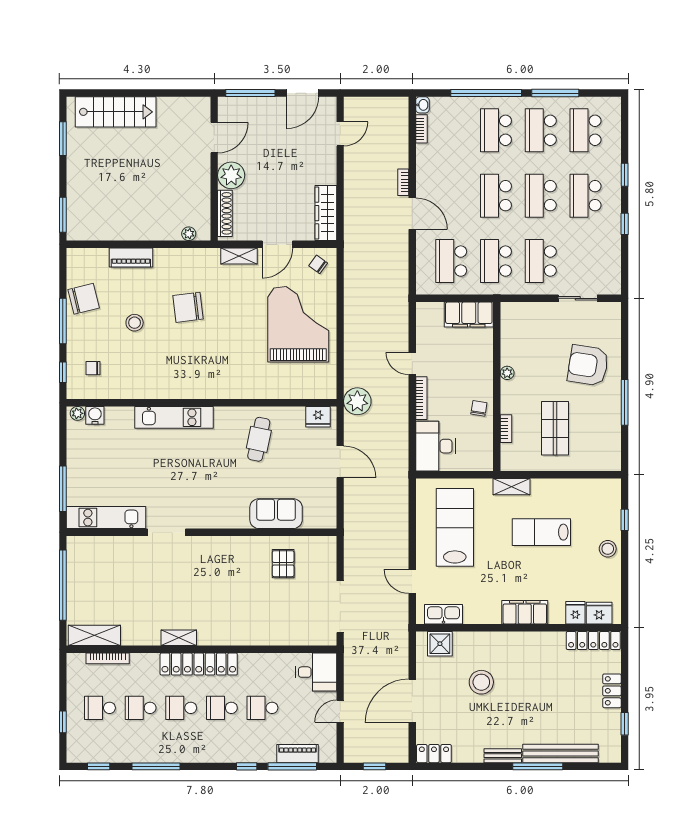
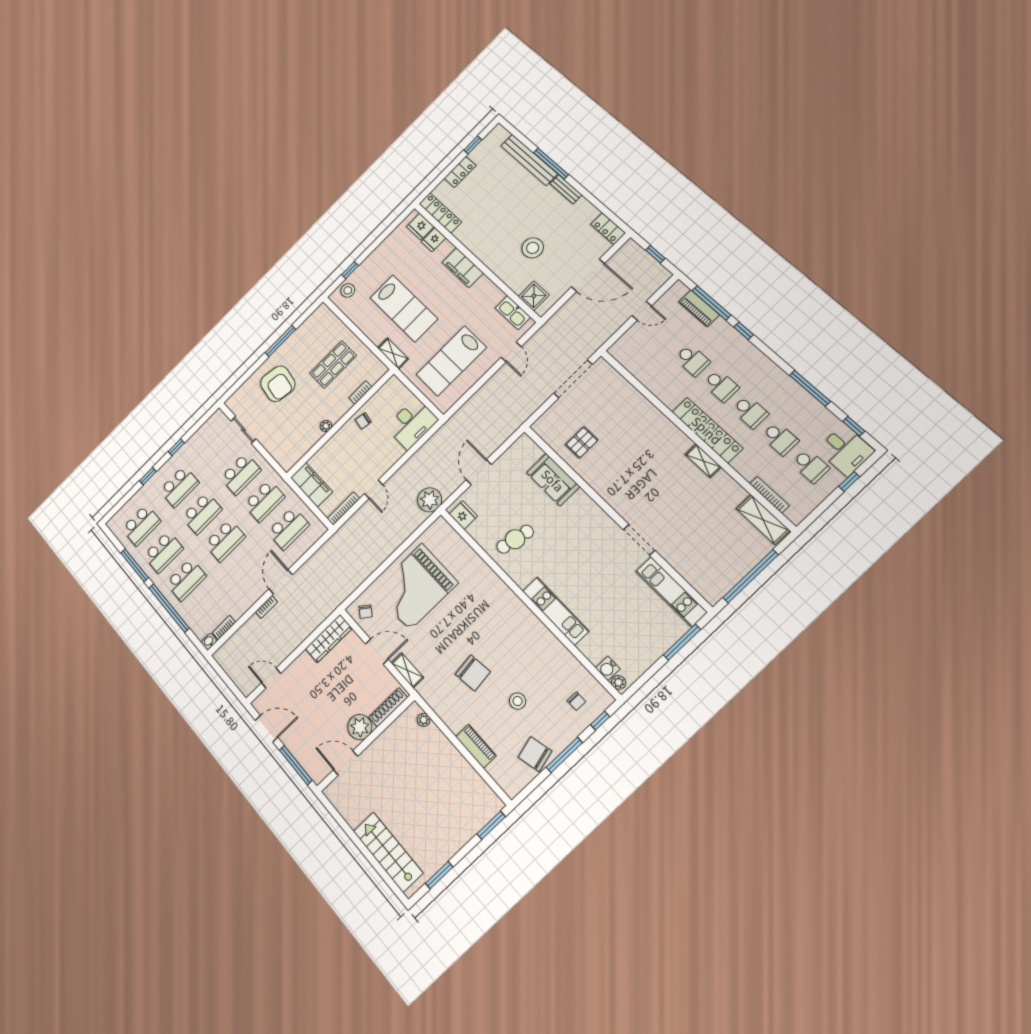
bookcase: (421, 398) -> (343, 508), moved
lab bench: (541, 532) -> (404, 308), width x1.36, depth x1.39
stool: (608, 549) -> (348, 290), moved
desk: (316, 672) -> (846, 450), moved, turned 180

